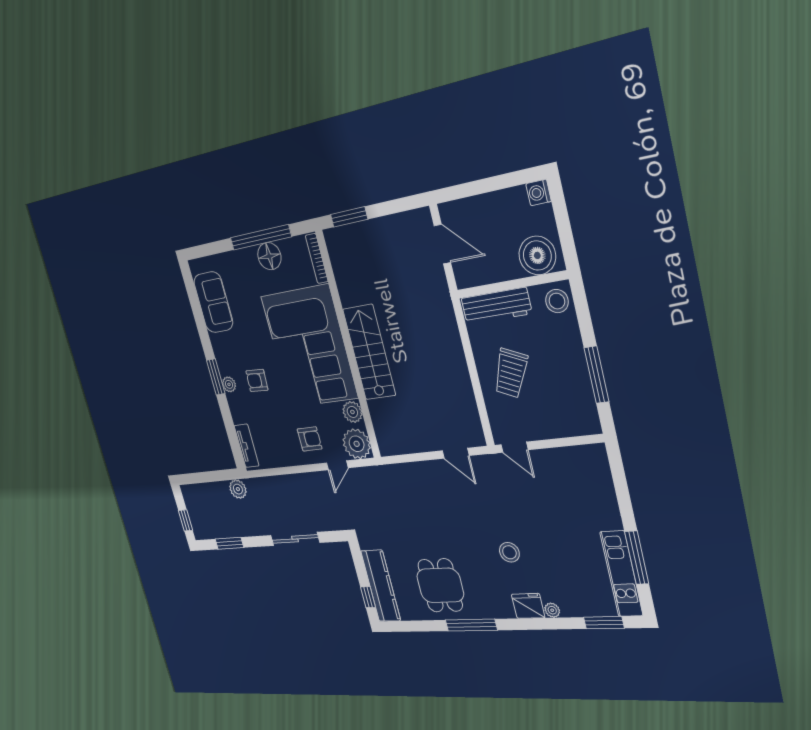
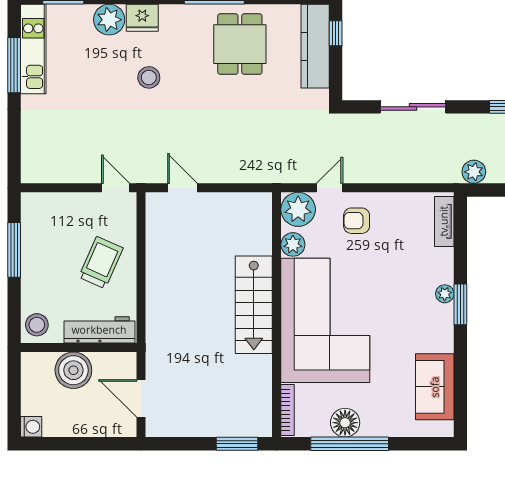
boiler: (537, 255) -> (73, 370), moved
armchair: (257, 380) -> (405, 293), removed
plant: (552, 610) -> (109, 20), width x1.87, depth x1.87

